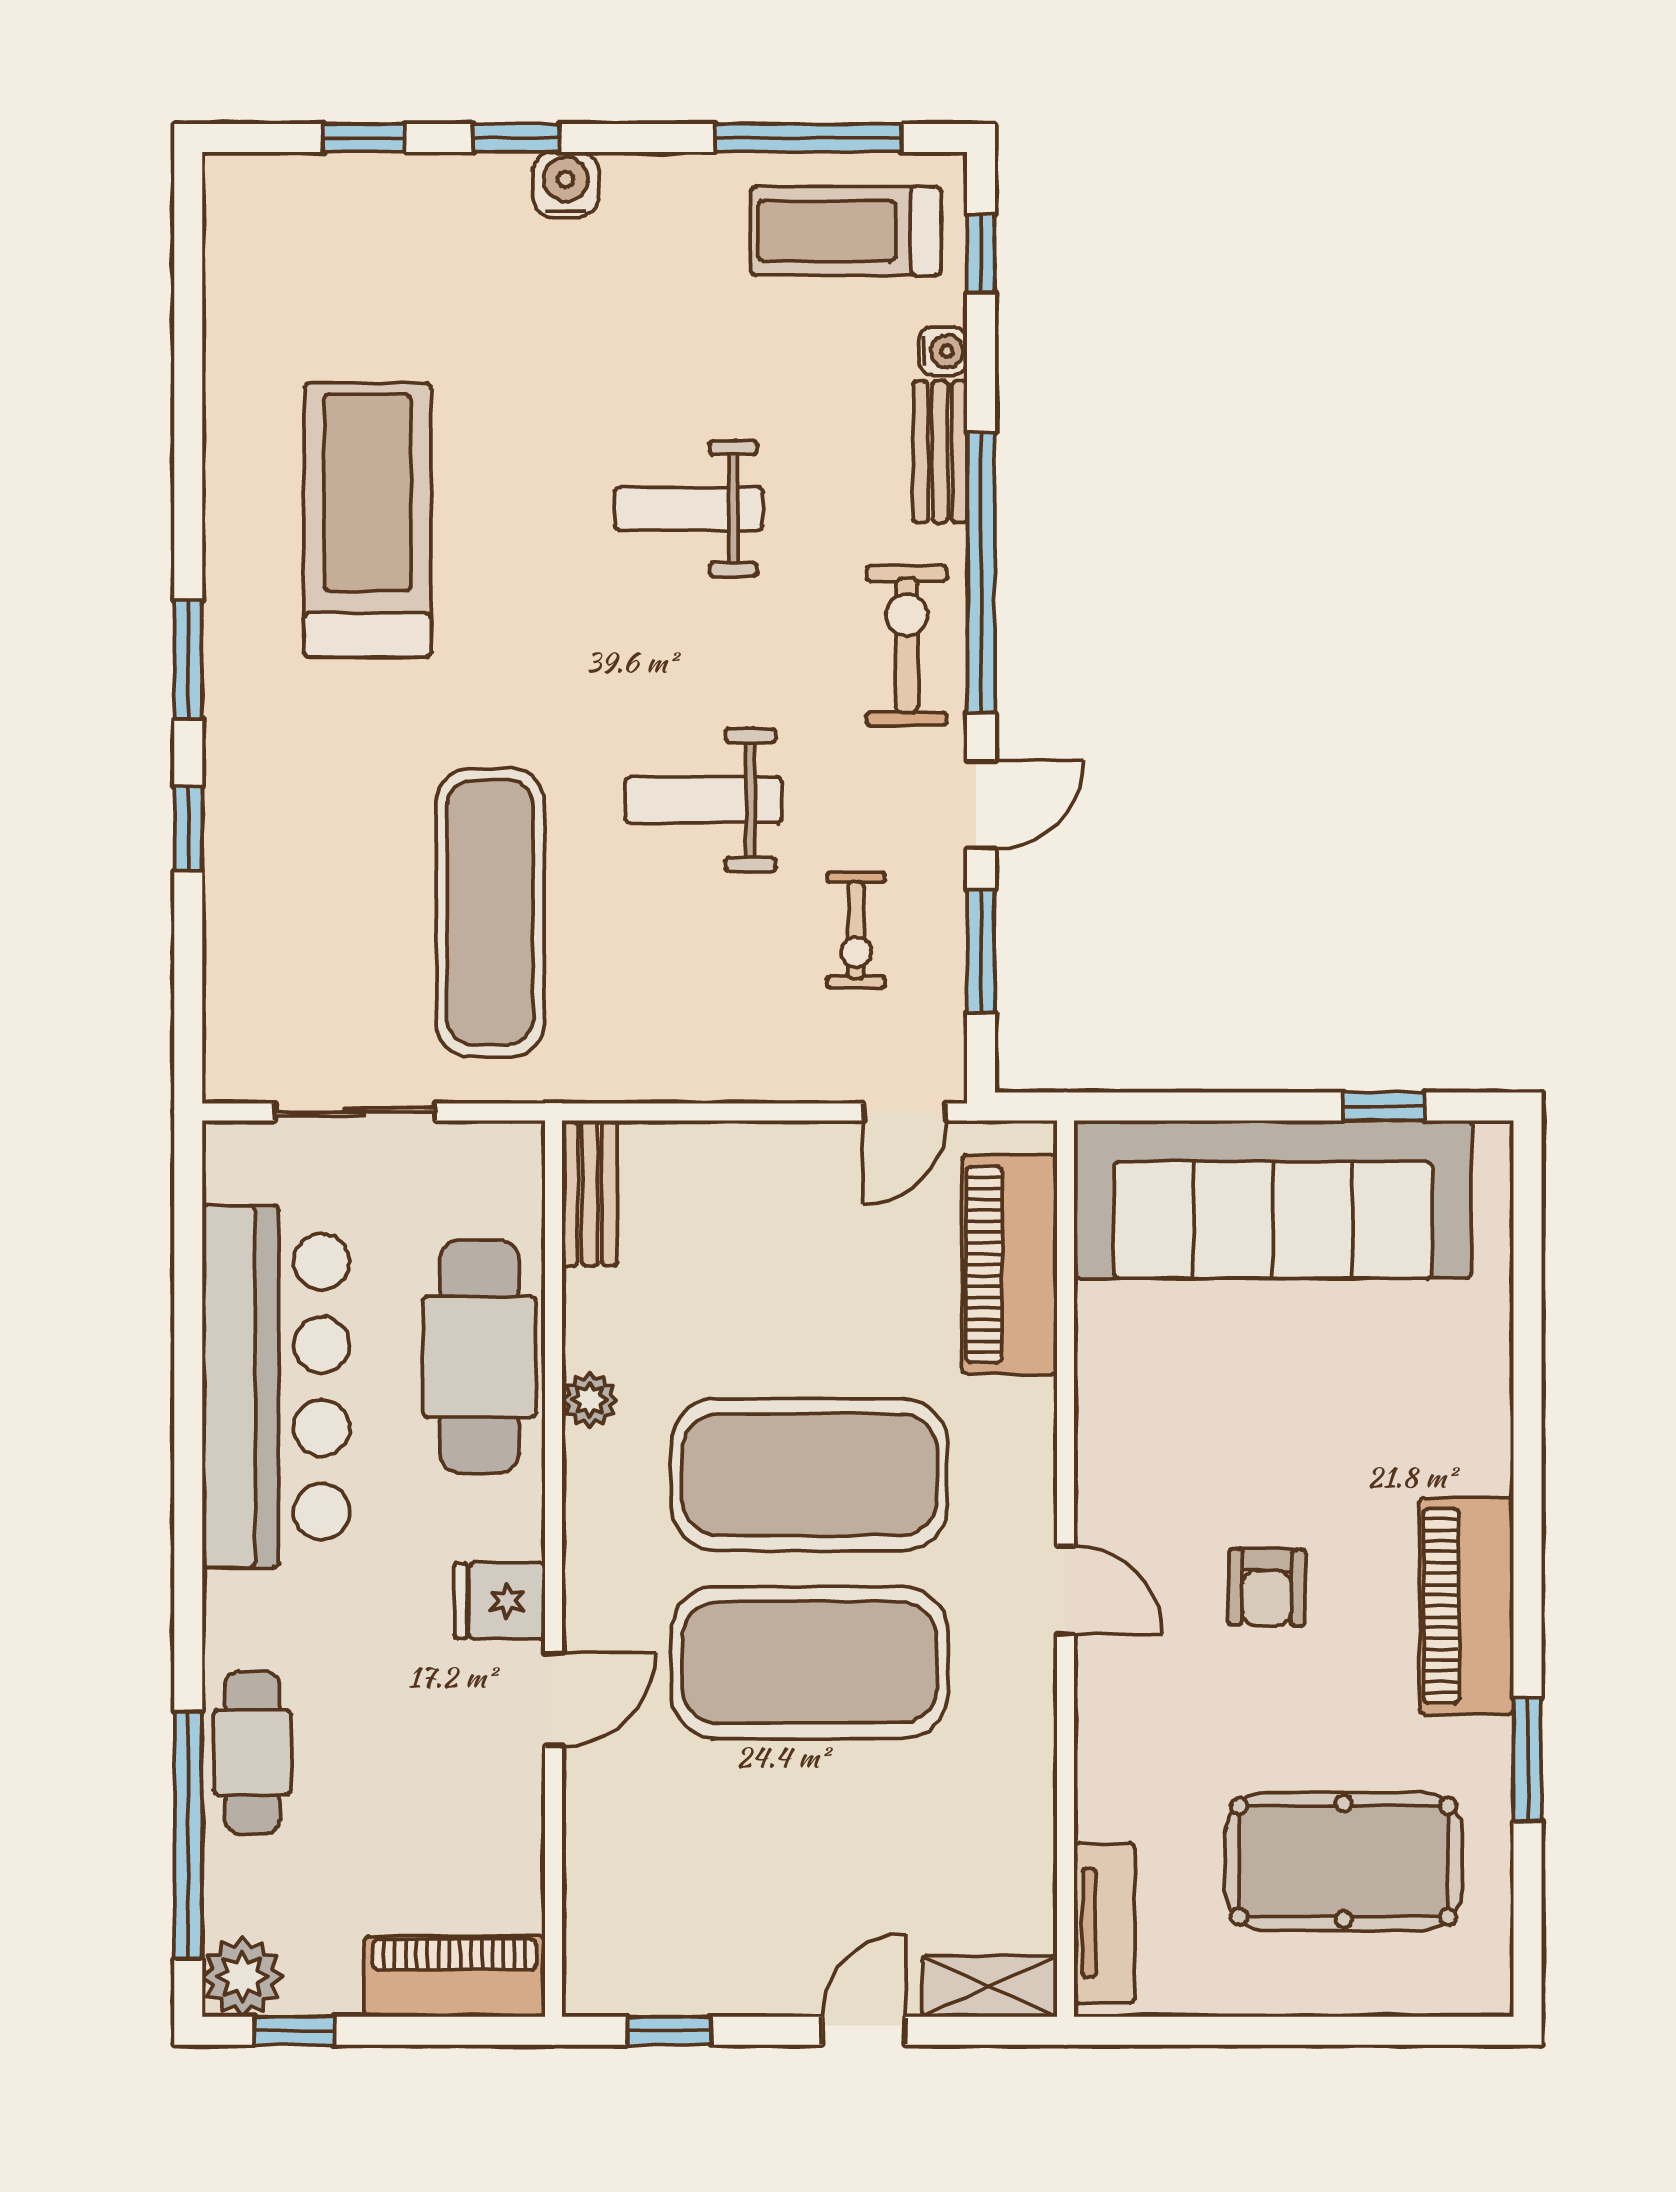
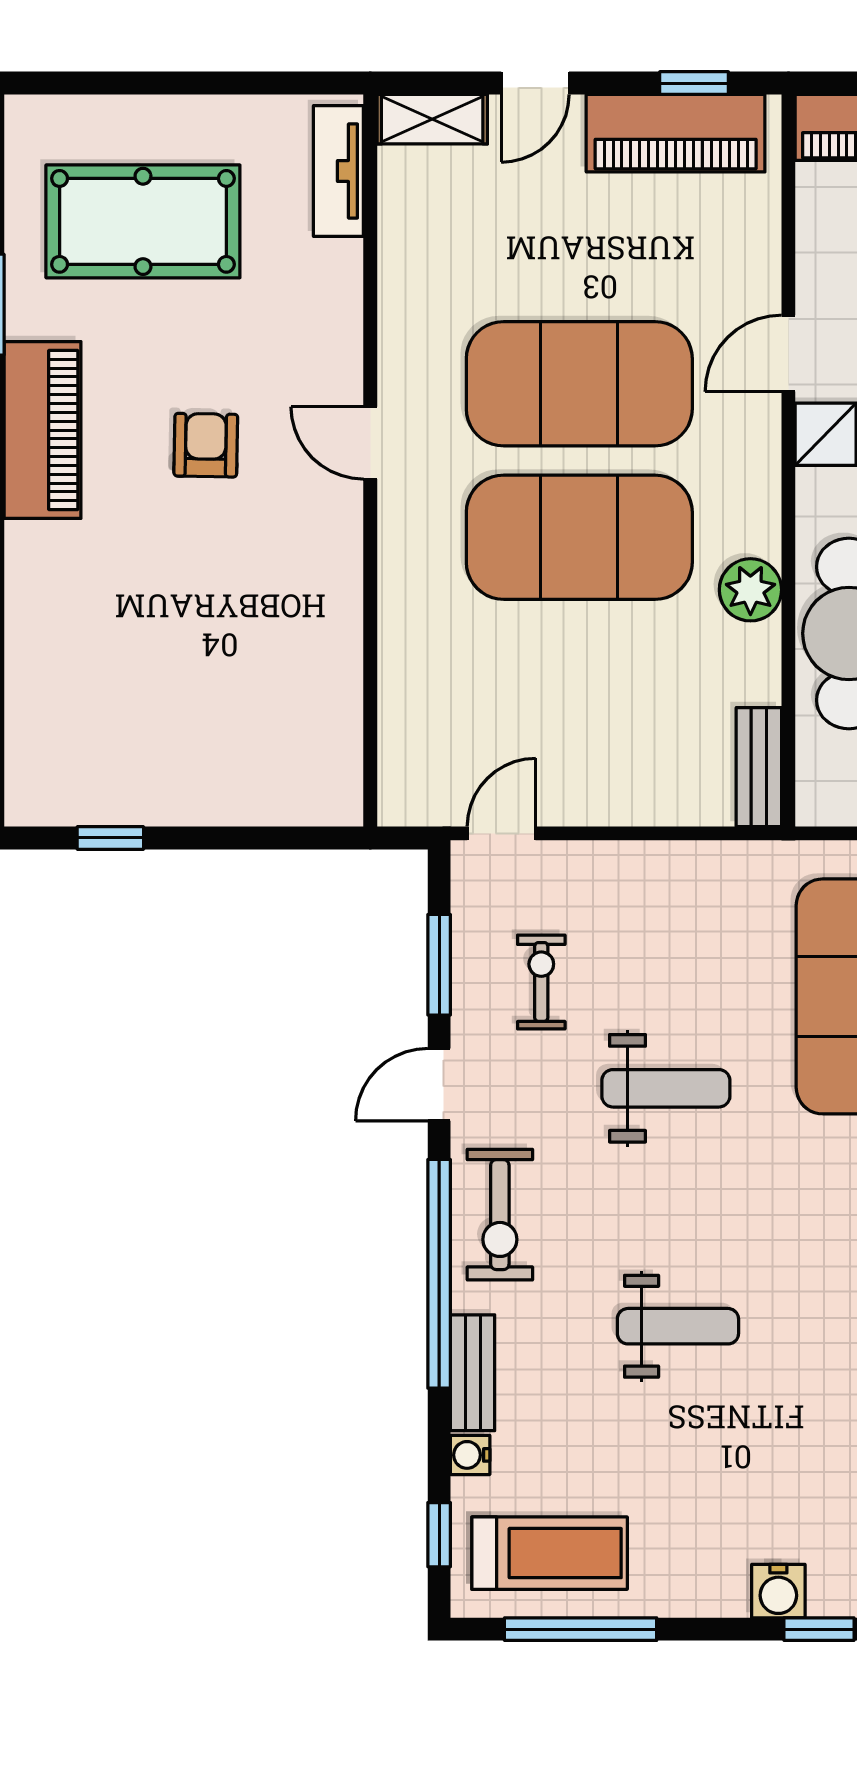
sofa: (1273, 1199) -> (201, 762), removed
piano: (1010, 1265) -> (676, 133), moved, turned 90
plant: (590, 1400) -> (750, 590), width x1.38, depth x1.38

